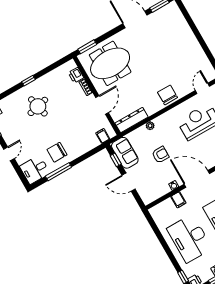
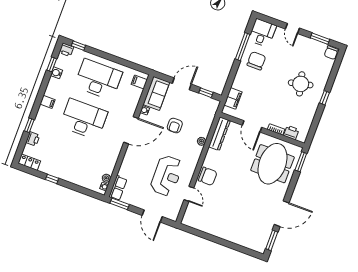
door: (202, 88) -> (189, 194), moved
filing cabinet: (103, 136) -> (233, 98), width x2.00
sofa: (125, 153) -> (156, 93), moved, turned -90
filing cabinet: (178, 200) -> (139, 82), moved

